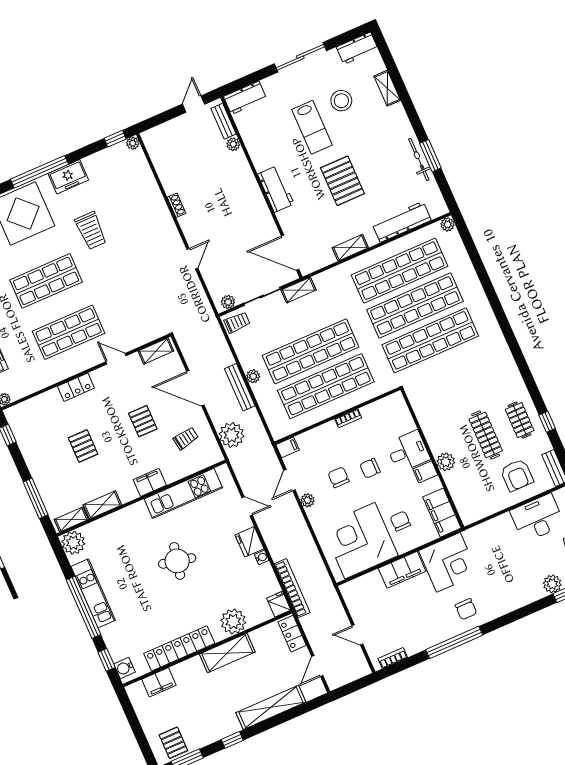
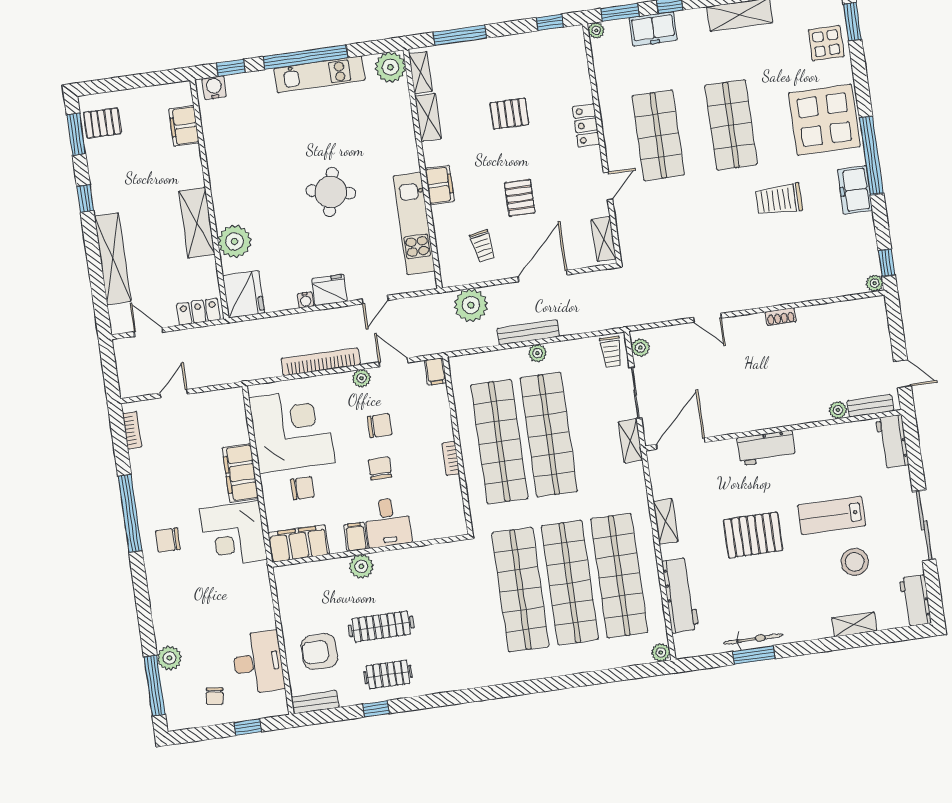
pallet: (143, 421) -> (520, 198), turned 90
bookcase: (292, 588) -> (321, 362), moved, turned 180
fridge: (279, 604) -> (244, 294), width x1.88, depth x1.34
locker: (179, 648) -> (219, 164), removed

